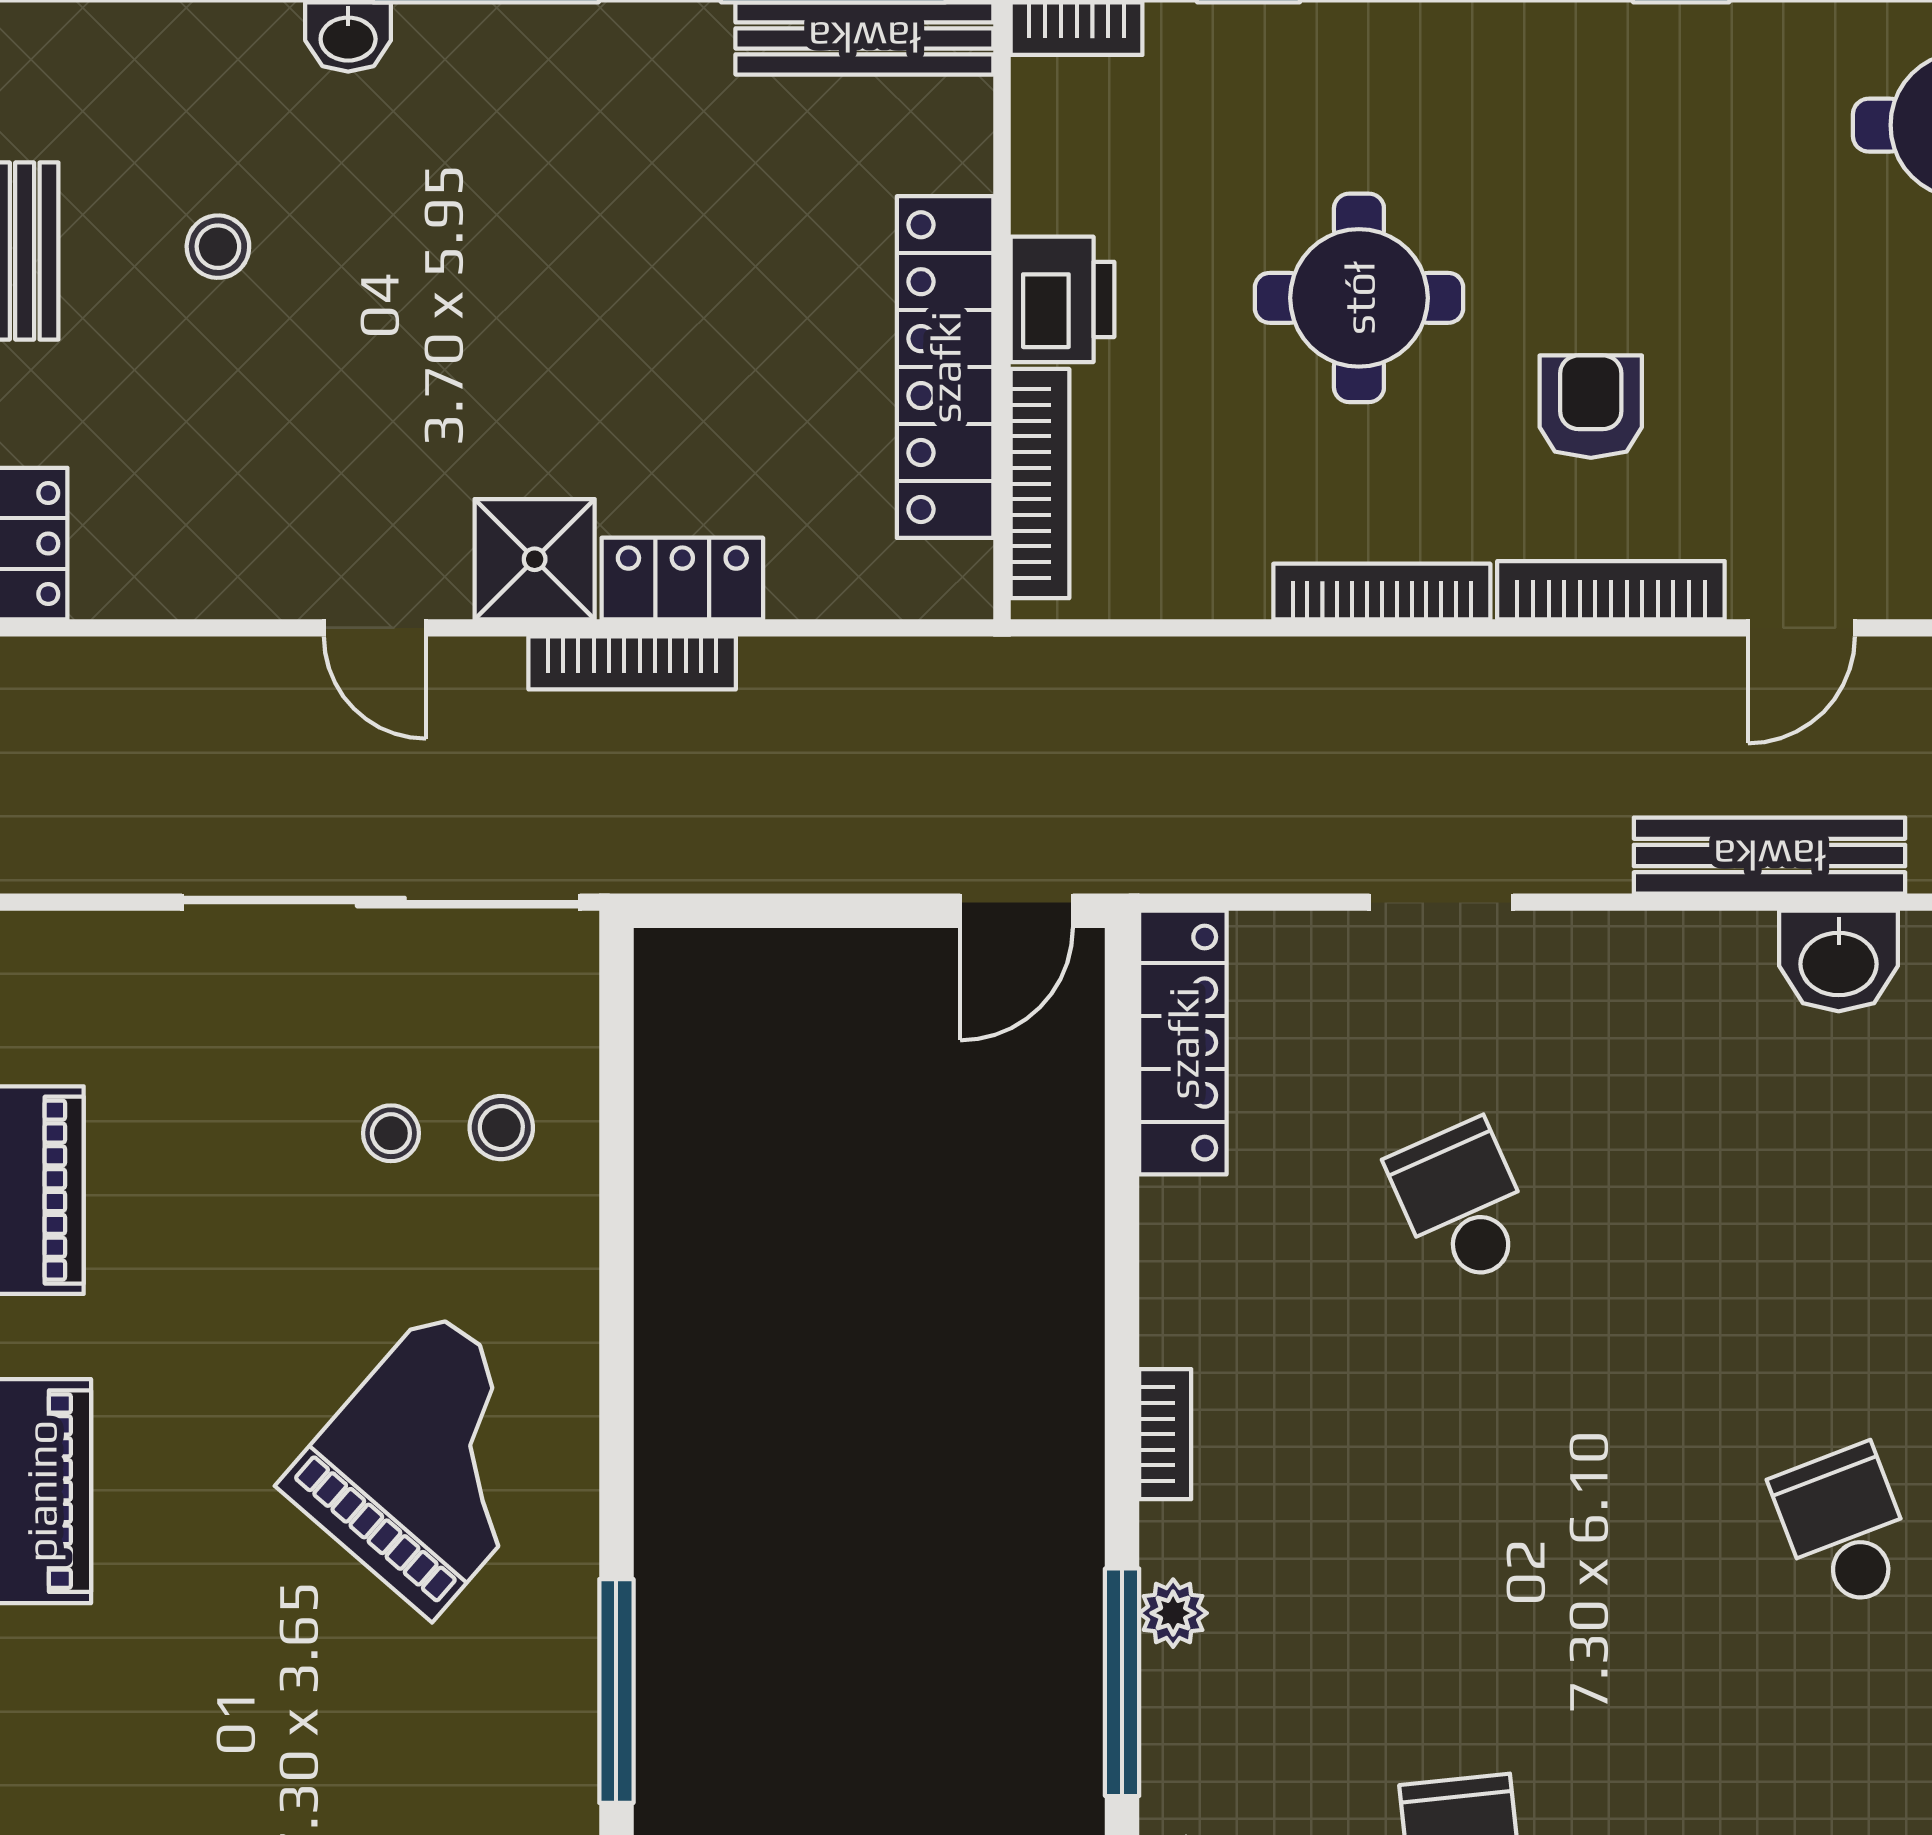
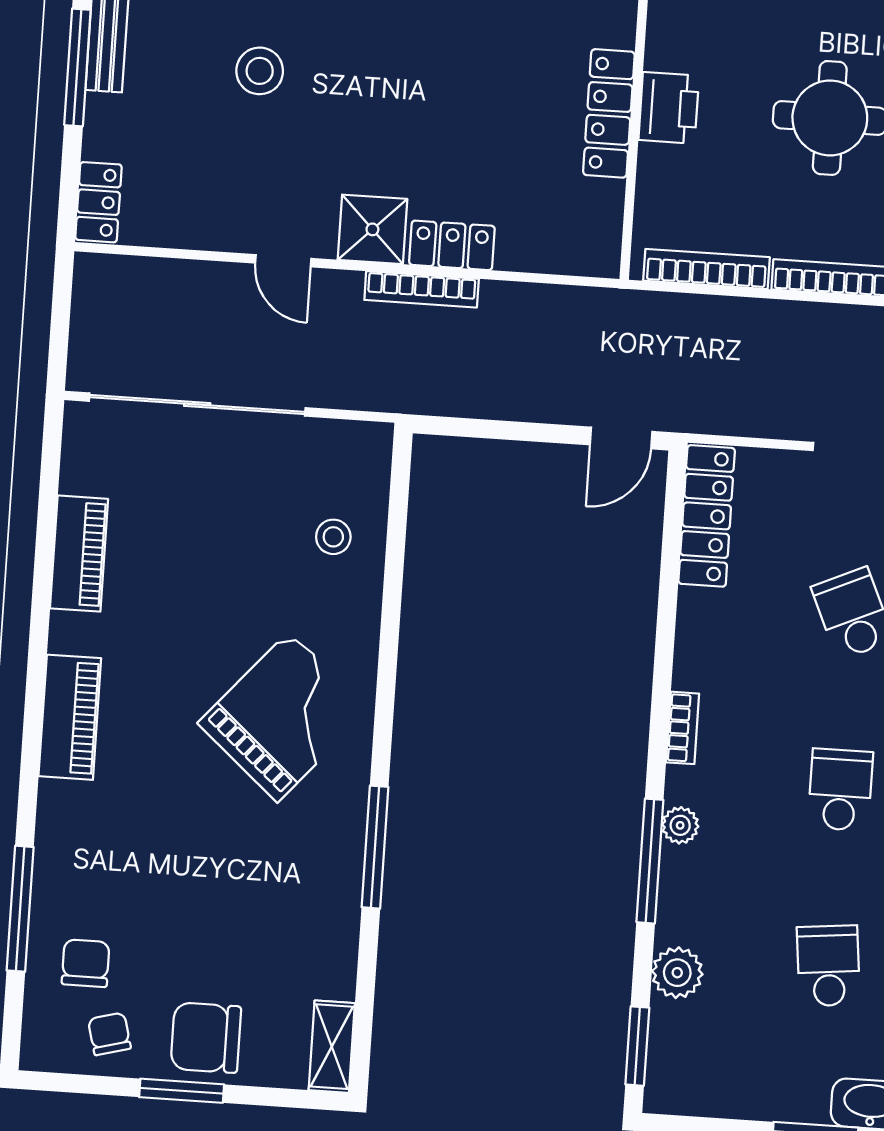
stool: (218, 247) -> (260, 71), moved, width x1.37, depth x1.37
locker: (945, 367) -> (609, 113), width x0.71, depth x0.83
bookcase: (1040, 484) -> (707, 269), moved, turned -90
sliding door: (381, 902) -> (197, 405), moved
stool: (391, 1133) -> (273, 536), removed
school desk: (1462, 1528) -> (840, 790), added

